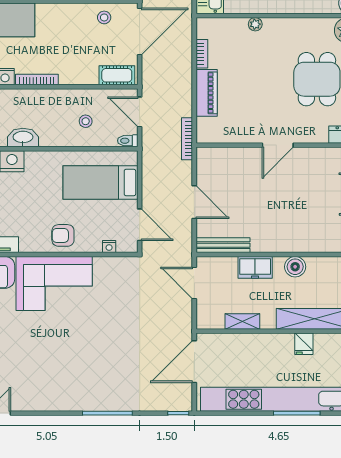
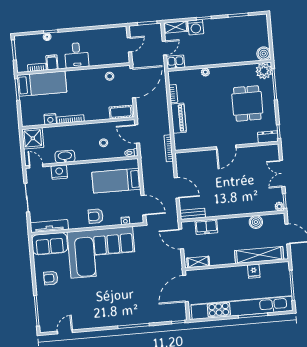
bench: (223, 245) -> (193, 214), width x0.73
freezer: (255, 267) -> (206, 227), moved
boiler: (295, 267) -> (256, 222), moved
corner sofa: (54, 283) -> (102, 252), width x1.36, depth x1.36
shelving: (242, 321) -> (198, 262), moved

